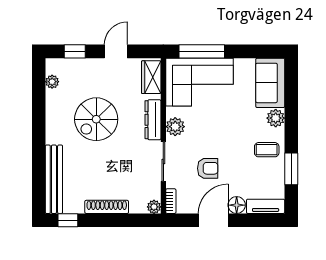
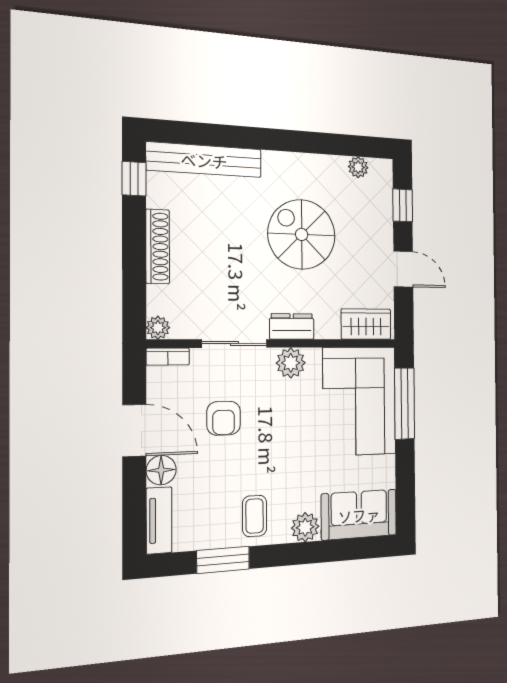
dresser: (153, 120) -> (292, 326), width x0.70

